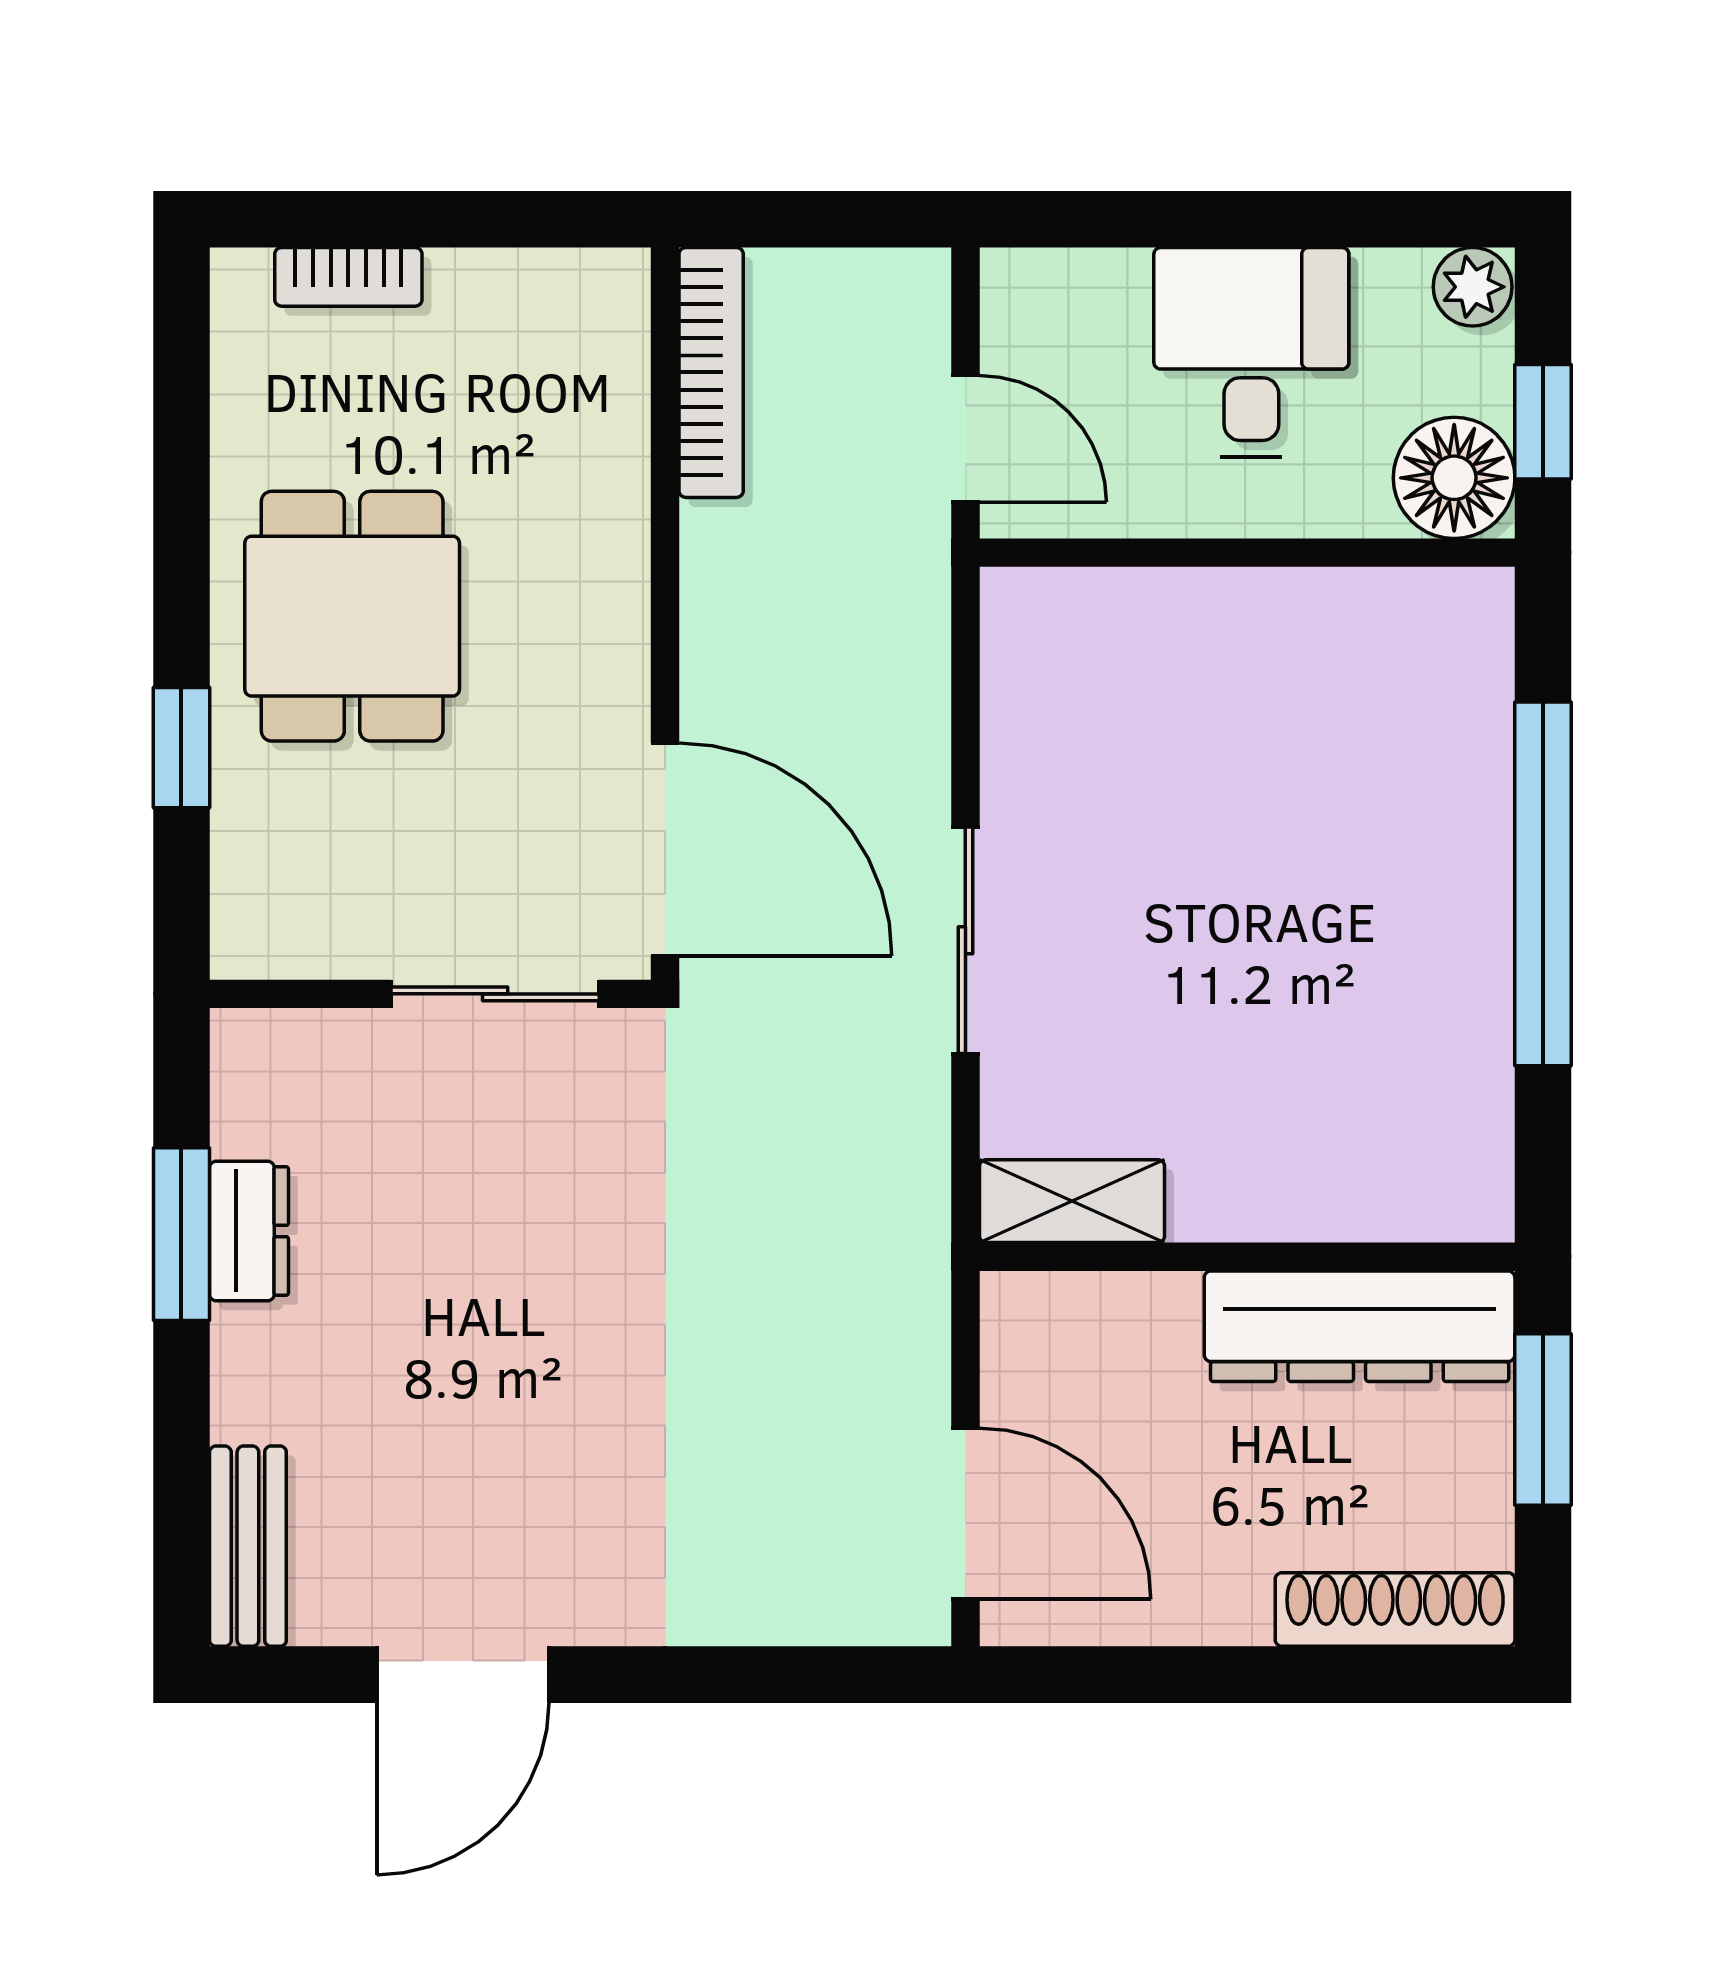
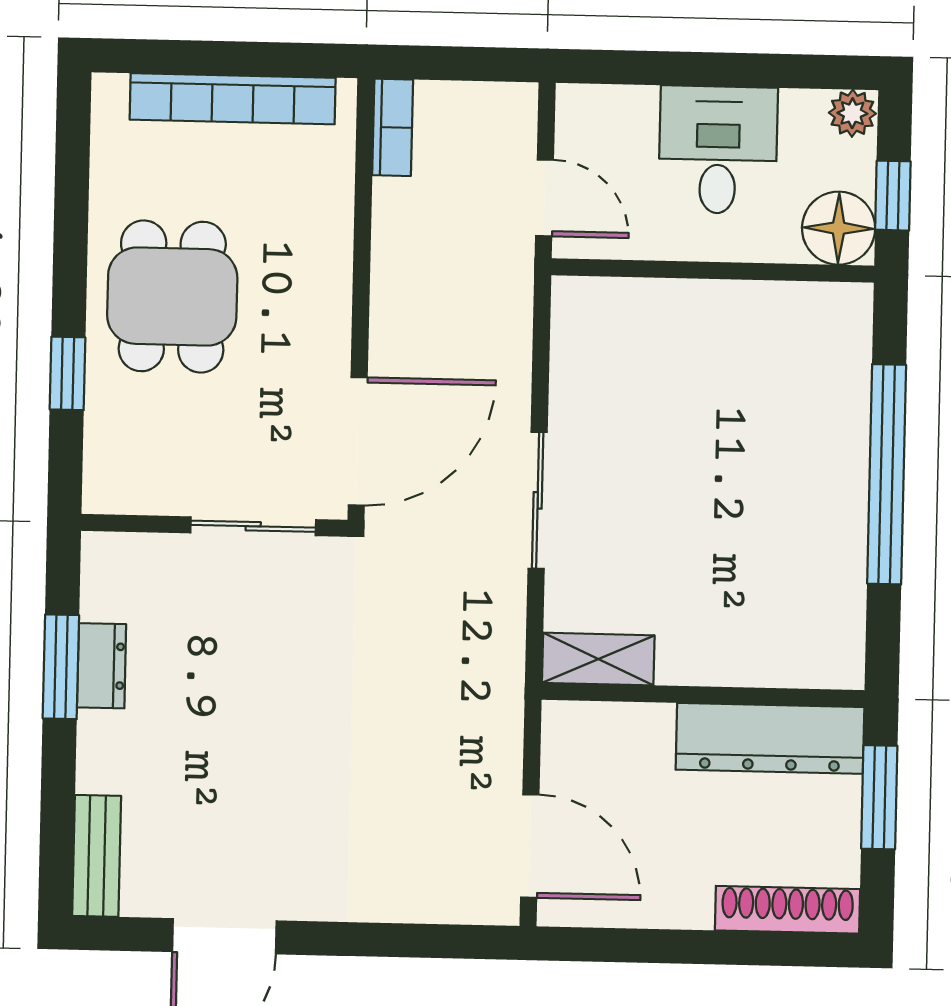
bookcase: (348, 277) -> (233, 99), width x2.31, depth x1.31
bookcase: (711, 372) -> (393, 127), width x0.64
door: (665, 849) -> (358, 441), hinge flipped

